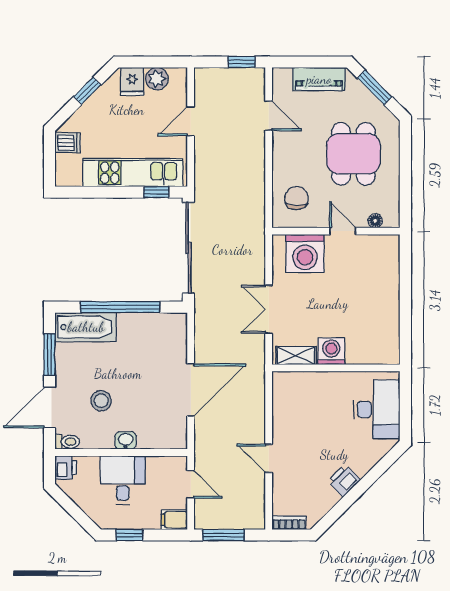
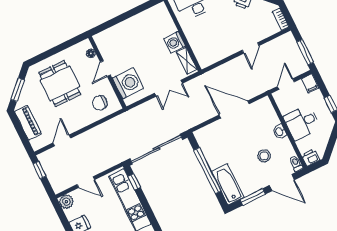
plant: (157, 79) -> (66, 202), moved
dining table: (353, 154) -> (60, 83), turned 90

